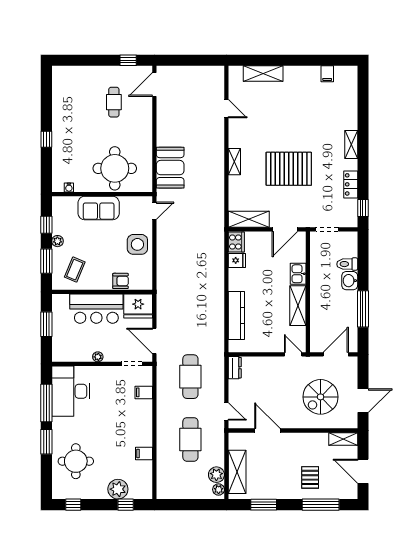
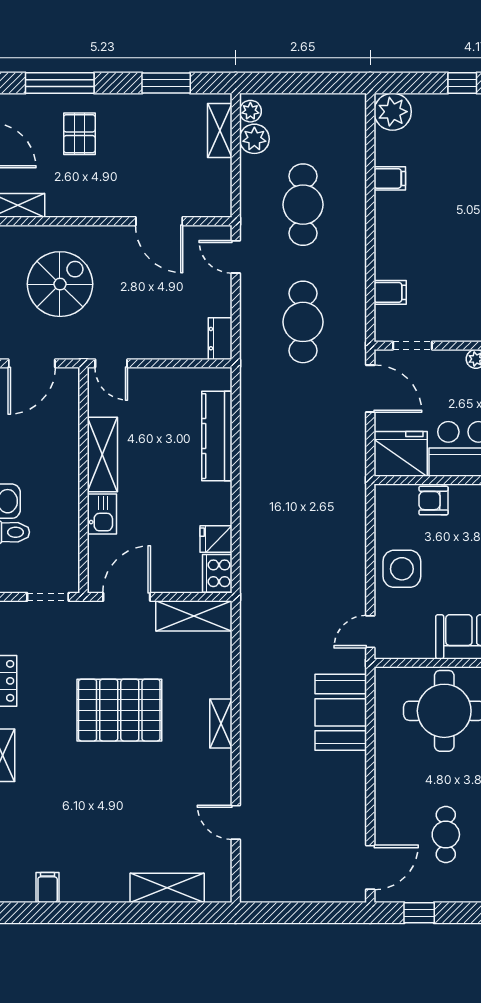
shelving: (237, 472) -> (220, 131), width x0.67, depth x0.75
plant: (118, 489) -> (393, 112), moved
window: (126, 505) -> (462, 83), moved

